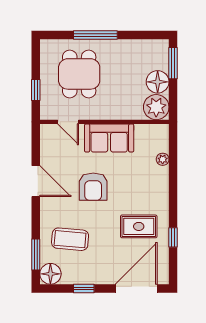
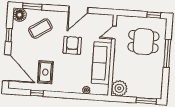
floor lamp: (158, 82) -> (135, 90), removed
window: (36, 90) -> (154, 15), moved
sofa: (109, 138) -> (102, 63), width x1.36
armchair: (93, 187) -> (72, 45), turned 90
coffee table: (70, 239) -> (40, 29), turned 52

